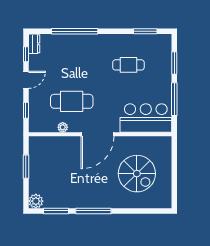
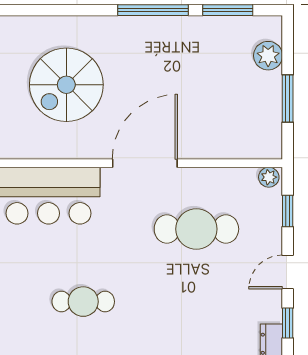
plant: (63, 127) -> (269, 177), moved
spiral stairs: (137, 174) -> (66, 85), turned -90
plant: (36, 201) -> (268, 56), moved

